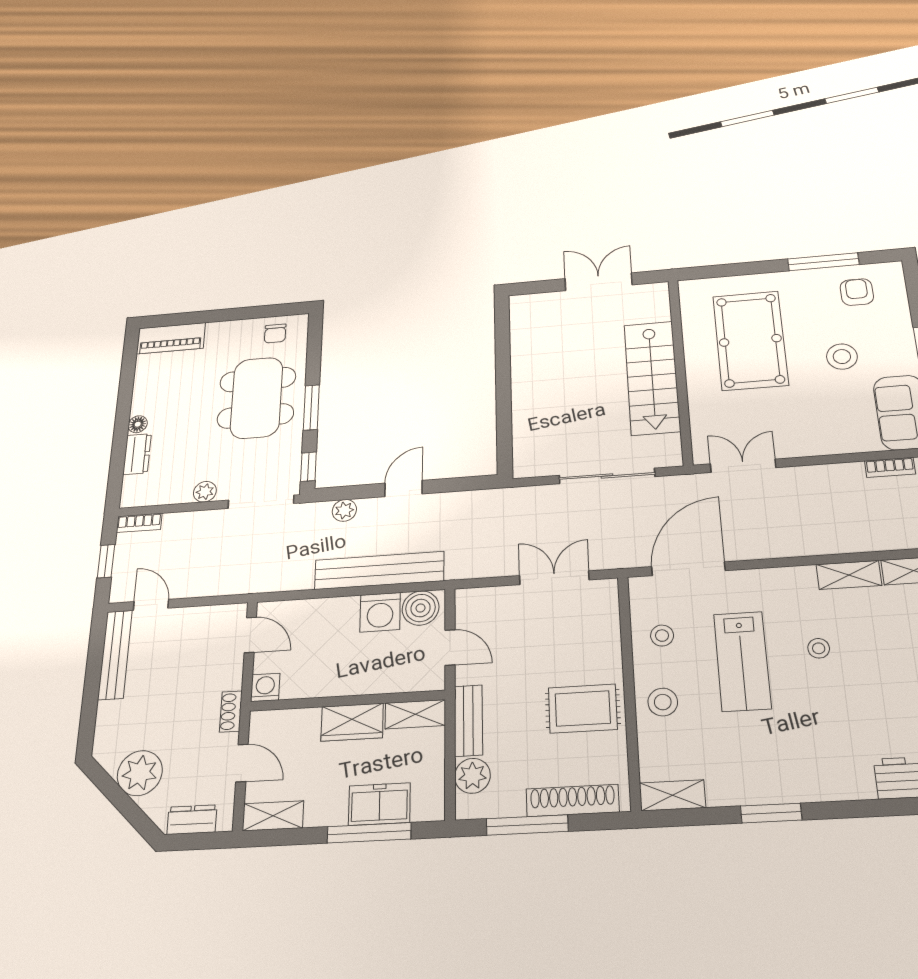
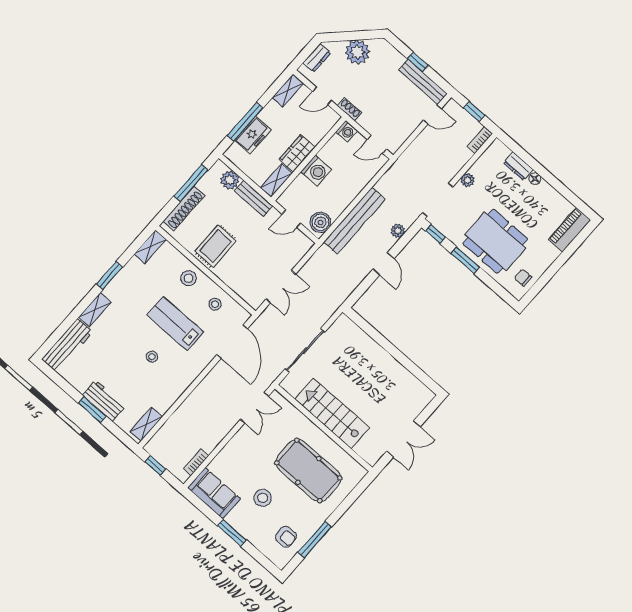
shelving: (849, 575) -> (95, 310), moved
washing machine: (380, 612) -> (316, 171), moved, turned 180
window: (92, 685) -> (418, 62), added

